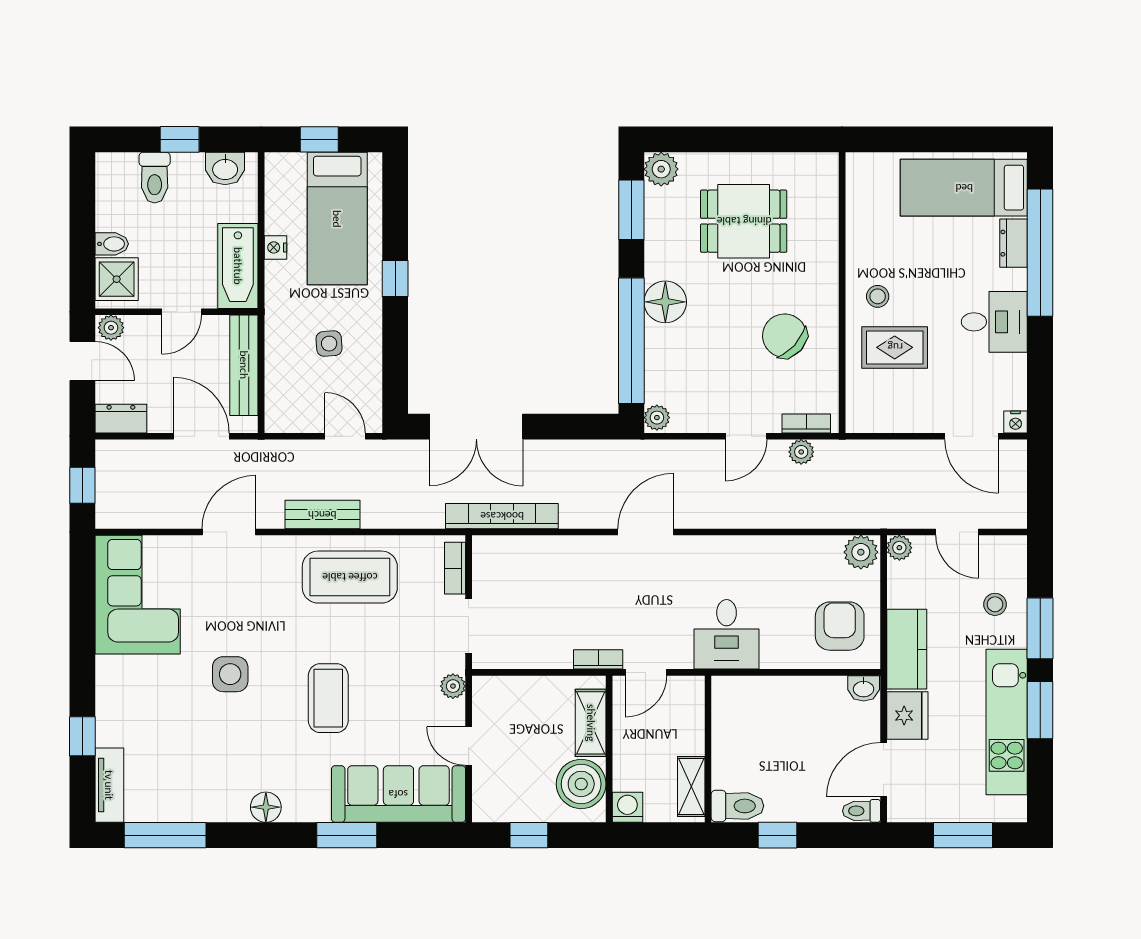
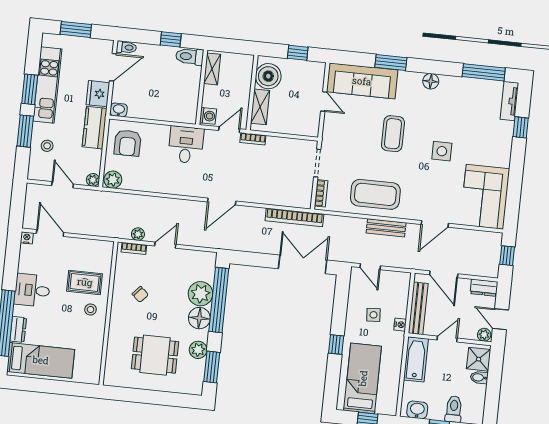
plant: (661, 169) -> (198, 350), moved
nightstand: (275, 247) -> (400, 325), moved
chair: (785, 336) -> (140, 294), width x0.54, depth x0.54
plant: (657, 418) -> (201, 294), moved, width x1.88, depth x1.88
plant: (453, 686) -> (329, 133), removed
washing machine: (627, 807) -> (208, 116), moved, turned -90

